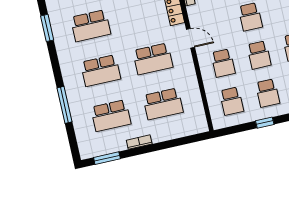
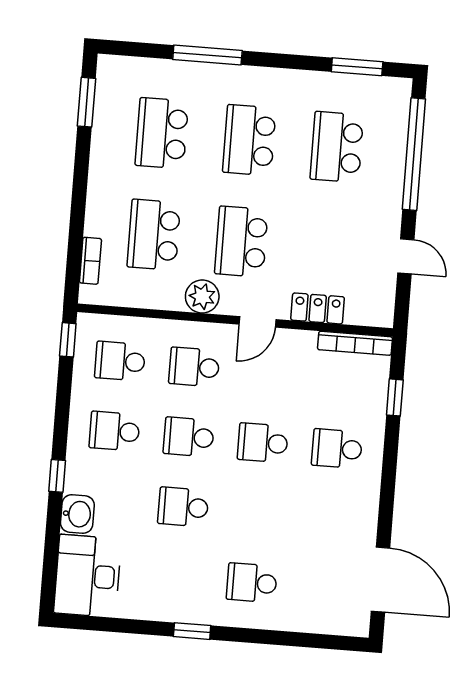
plant: (186, 70) -> (202, 296), added
window: (265, 123) -> (68, 340), moved
bookcase: (139, 142) -> (90, 261), moved

